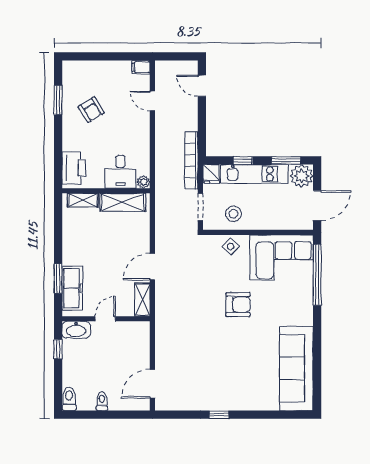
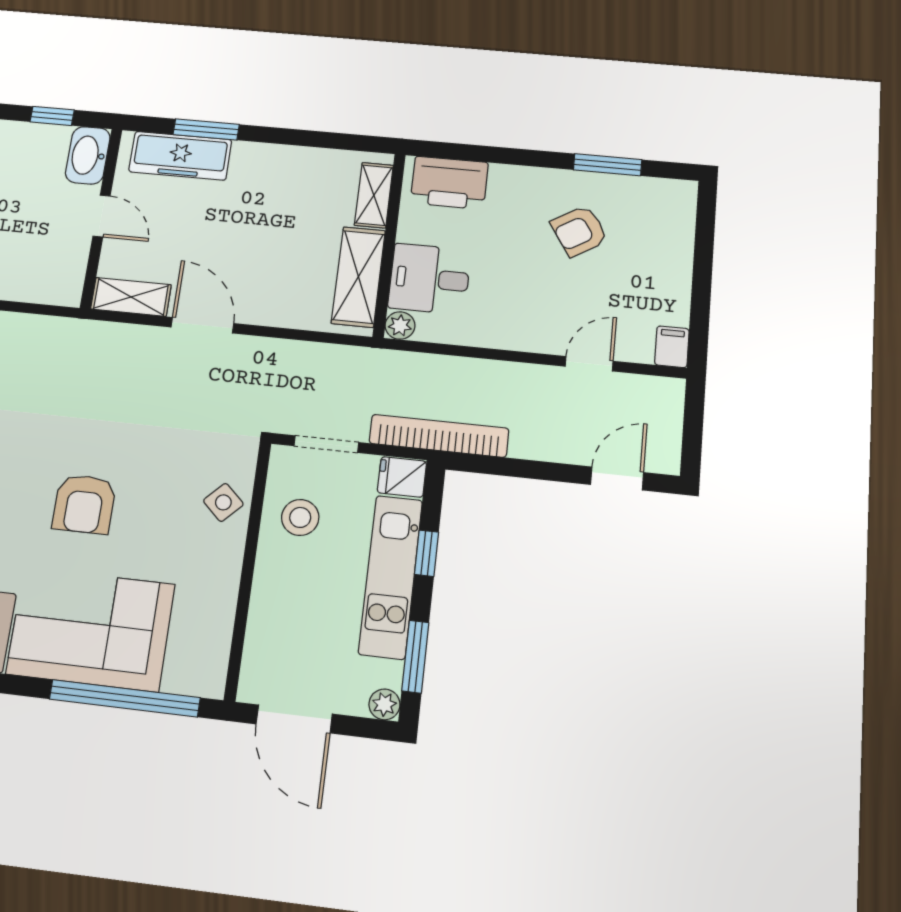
plant: (302, 176) -> (384, 704), width x0.53, depth x0.53
corner sofa: (281, 257) -> (91, 629), moved, turned 90

